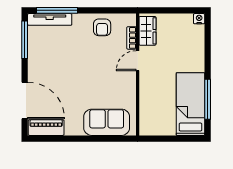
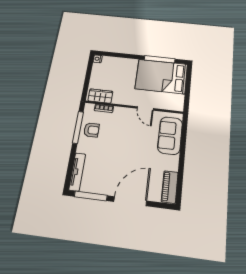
window: (57, 10) -> (78, 127), moved
door: (138, 61) -> (145, 108), moved
door: (25, 100) -> (130, 201), moved
bed: (191, 104) -> (161, 76), width x1.50

